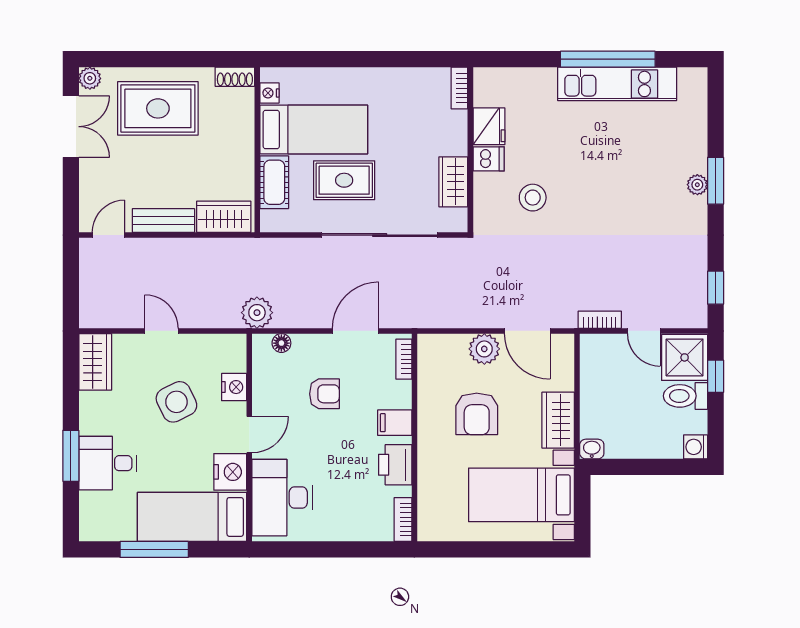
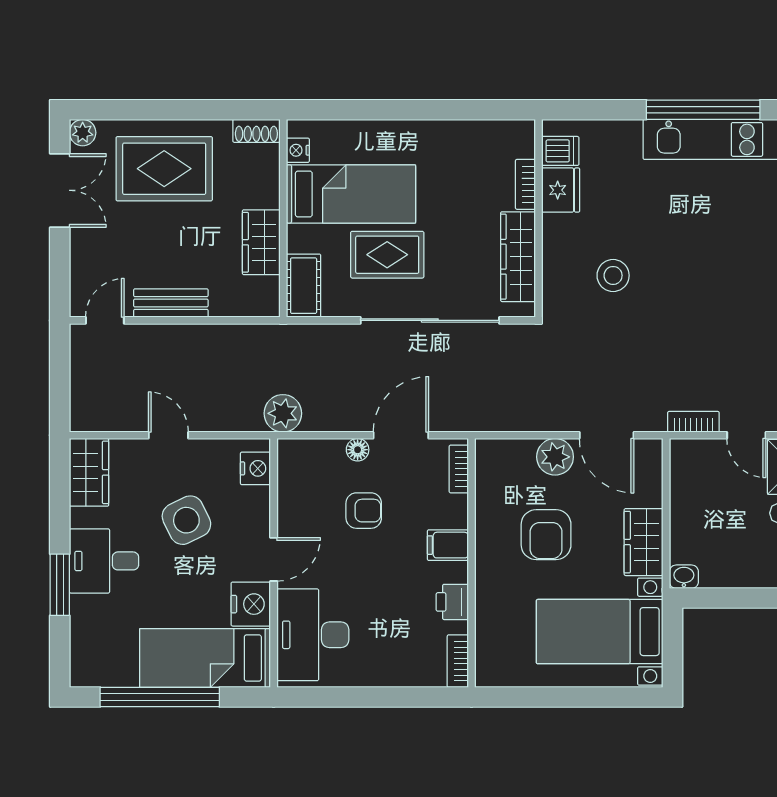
bookcase: (459, 88) -> (525, 184), moved
dishwasher: (489, 159) -> (560, 151), moved
cot: (274, 182) -> (304, 286), moved
wardrobe: (453, 182) -> (518, 257), width x1.50
wardrobe: (224, 217) -> (261, 242), moved, turned -90
floor lamp: (281, 343) -> (358, 450), moved
nightstand: (234, 387) -> (255, 468), moved
desk: (108, 463) -> (104, 561), moved
printer: (395, 465) -> (452, 602), width x0.73, depth x0.81
window: (154, 549) -> (160, 697), width x1.46

